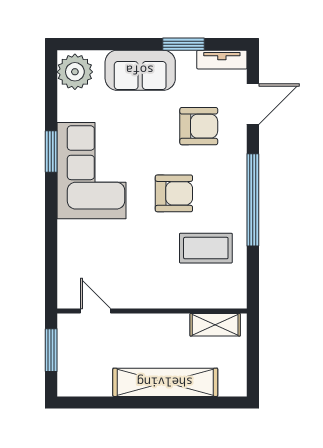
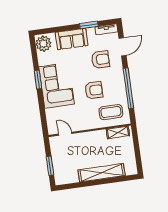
door: (96, 311) -> (65, 134), moved
wall: (152, 311) -> (90, 130), moved
shelving: (215, 325) -> (118, 132), moved

